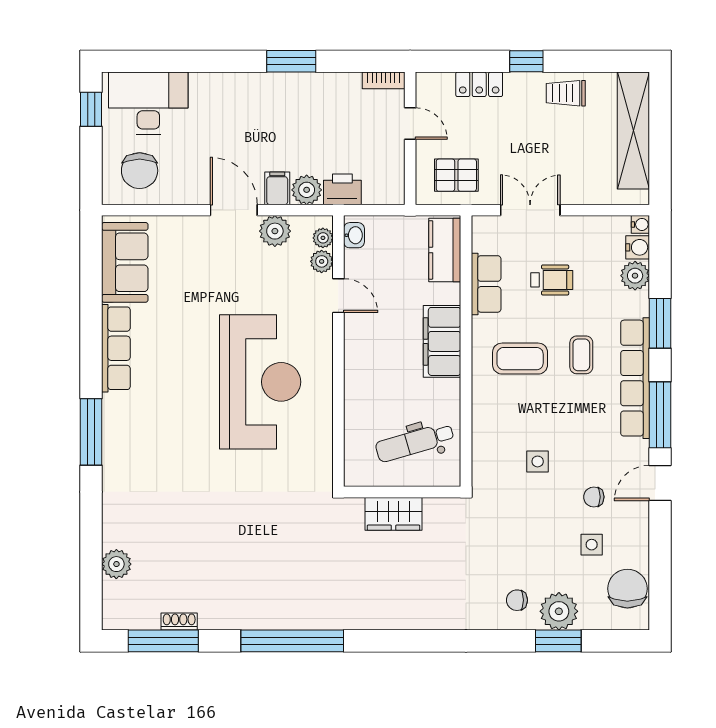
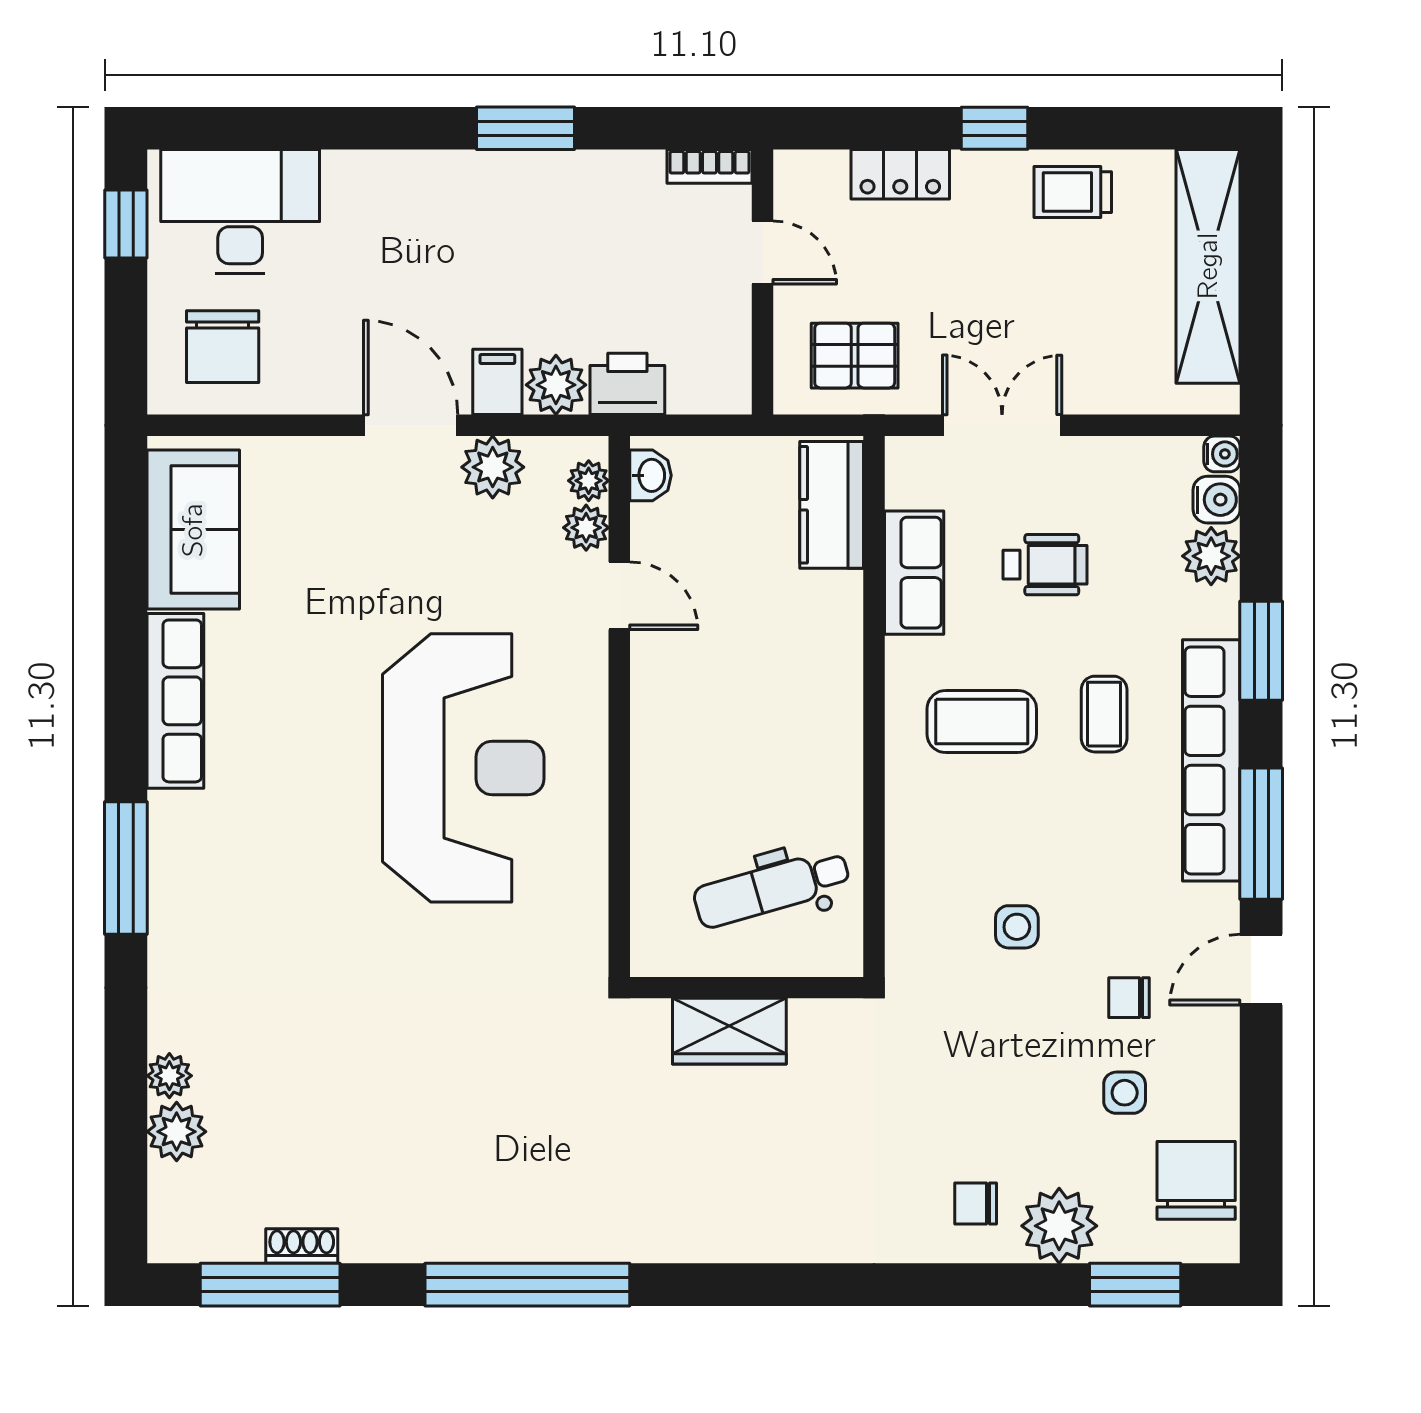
filing cabinet: (442, 341) -> (826, 687), removed
plant: (113, 536) -> (169, 1076), added
window: (558, 641) -> (1135, 1285), moved

